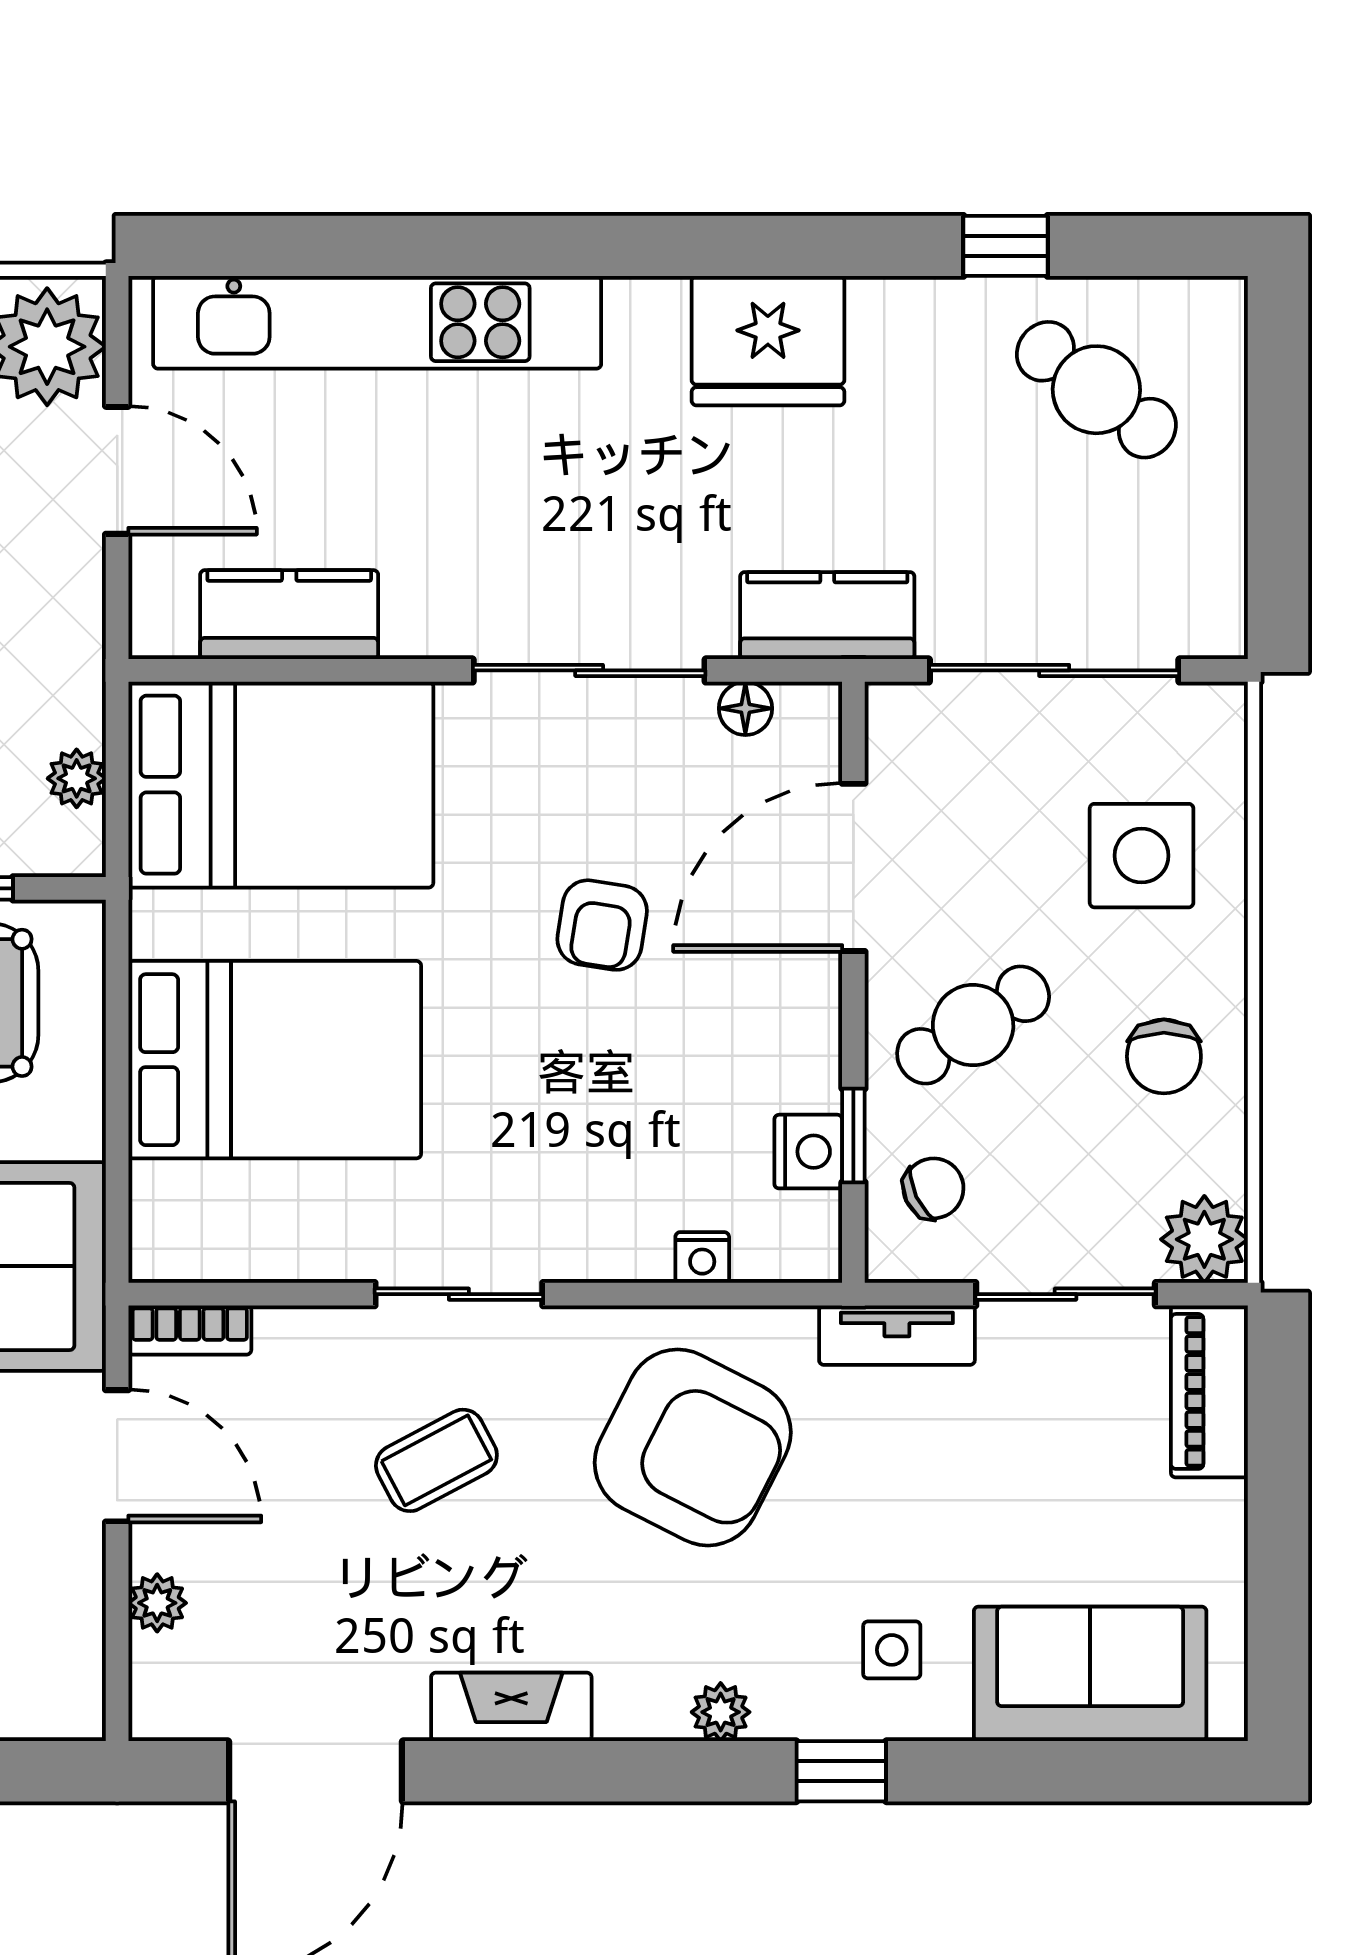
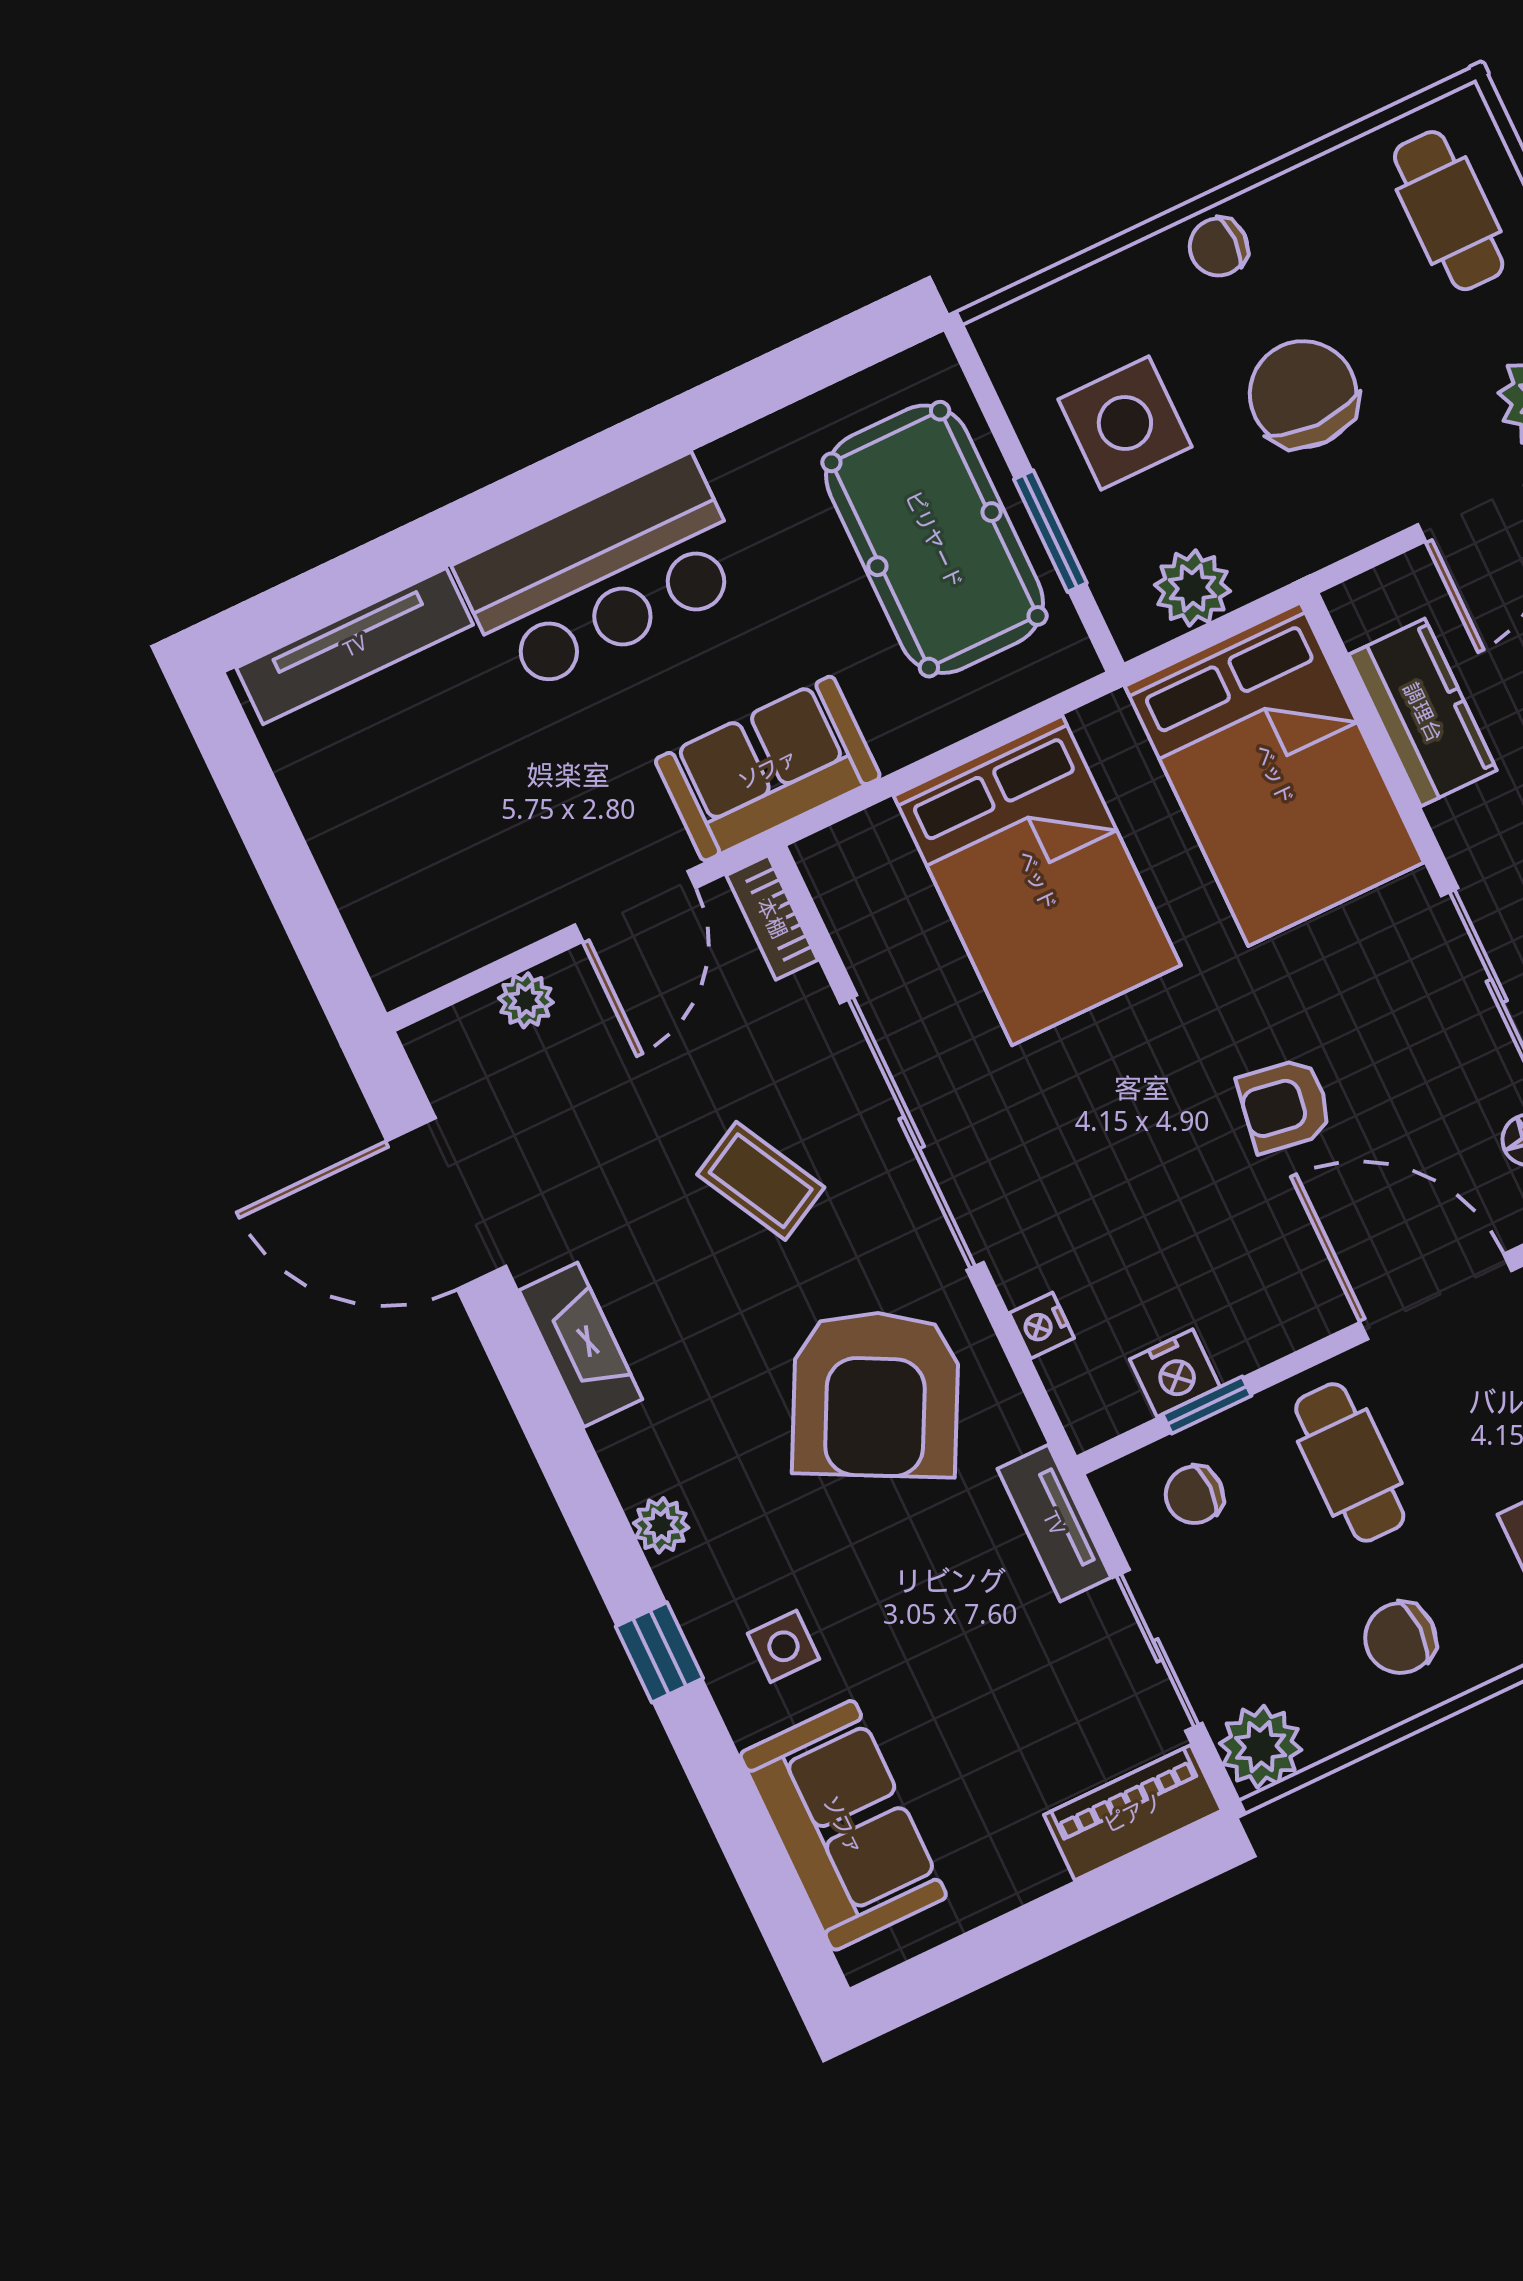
plant: (77, 778) -> (1193, 588), width x1.38, depth x1.38
cafe table: (973, 1025) -> (1350, 1462), turned 32
chair: (933, 1188) -> (1194, 1495), turned 115
sliding door: (459, 1294) -> (912, 1133), width x1.86

